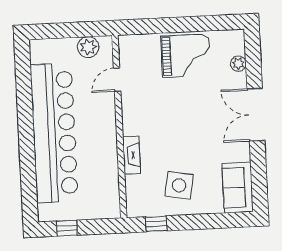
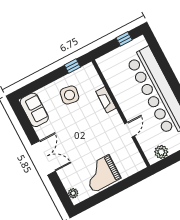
plant: (238, 64) -> (73, 193), moved
door: (117, 80) -> (130, 130), moved

